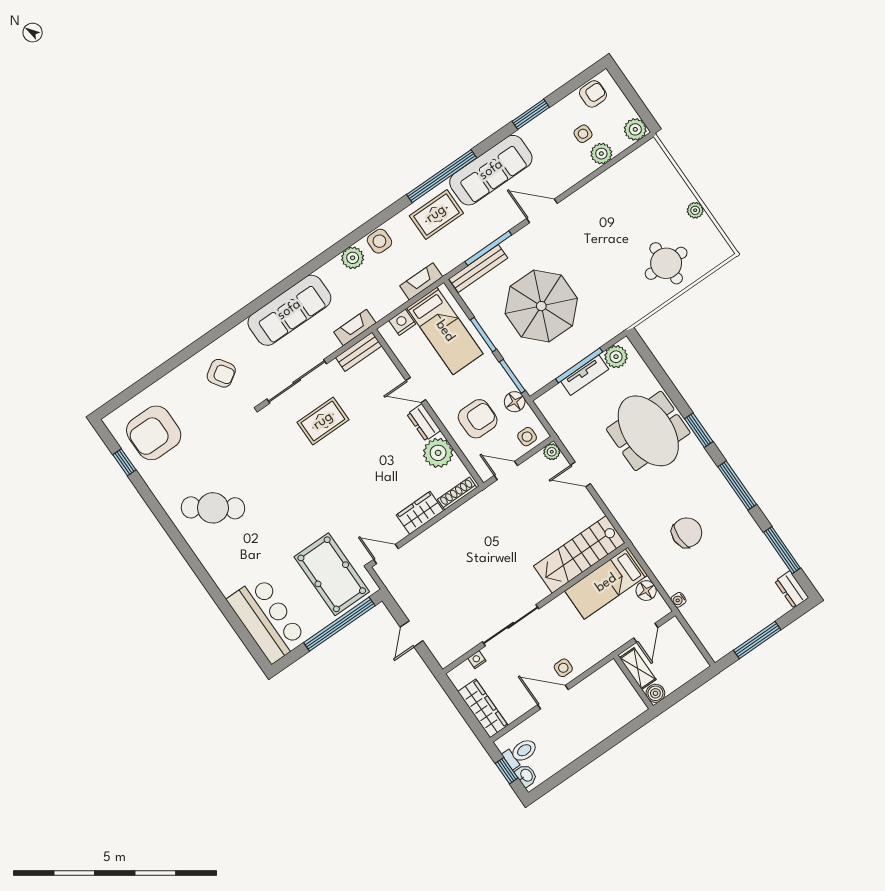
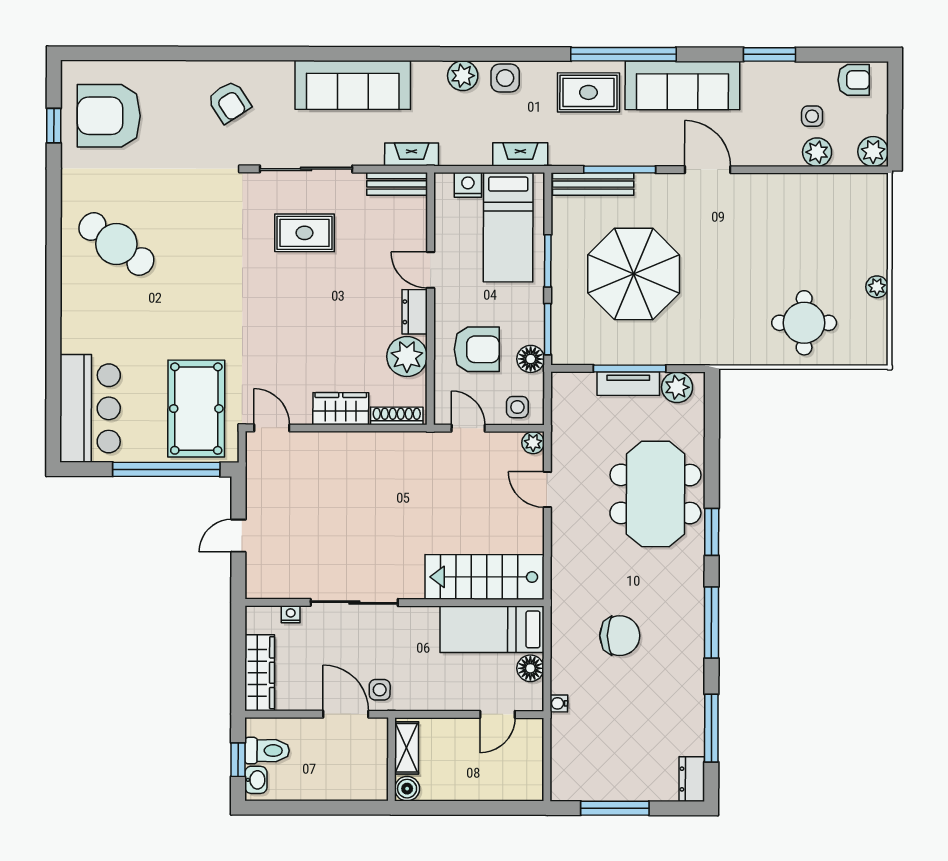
shelving: (638, 669) -> (407, 748), moved
wall: (633, 682) -> (392, 759), moved
boiler: (655, 693) -> (407, 789), moved

